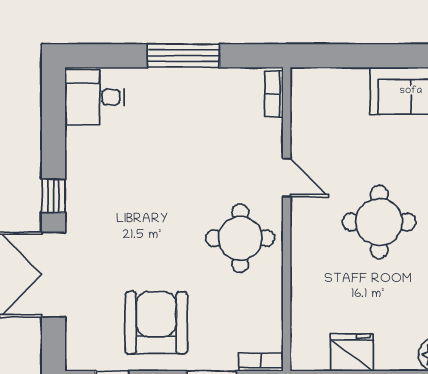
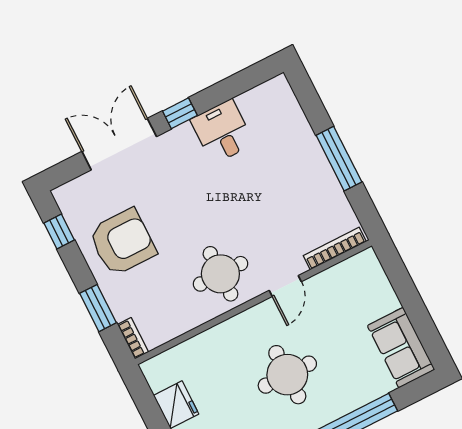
bookcase: (274, 94) -> (335, 249), width x1.56
desk: (95, 97) -> (222, 132), moved

